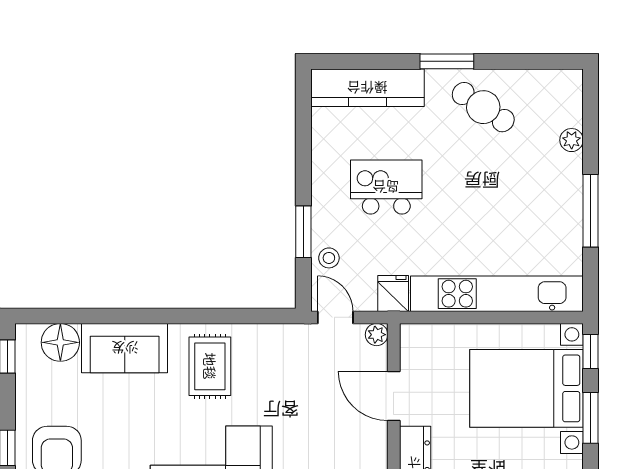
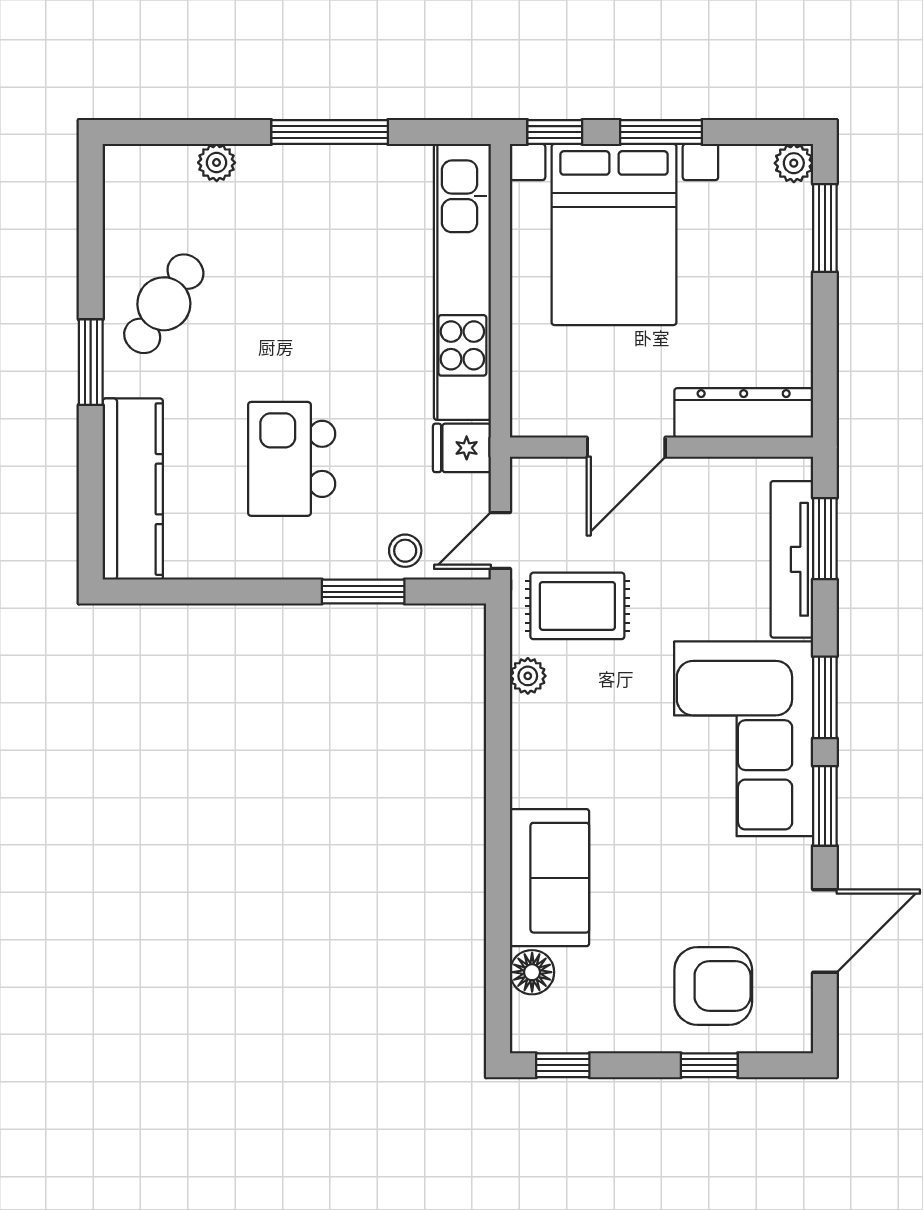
plant: (377, 335) -> (528, 676), moved
floor lamp: (60, 342) -> (532, 972), width x0.73, depth x0.73
rug: (210, 366) -> (577, 606), moved

